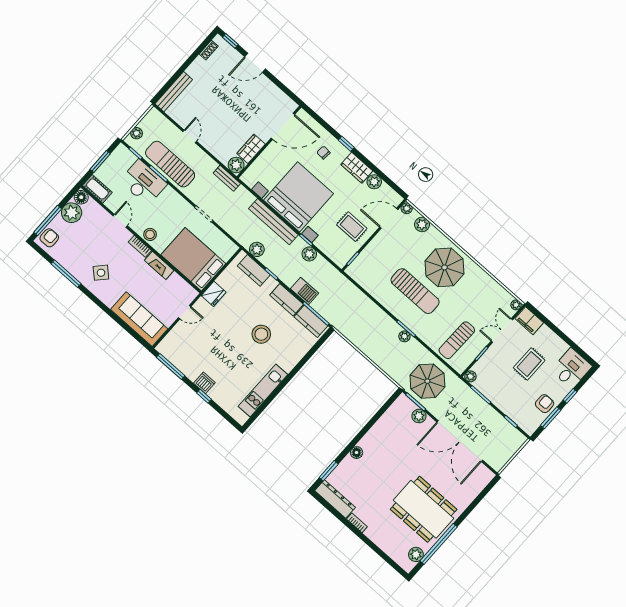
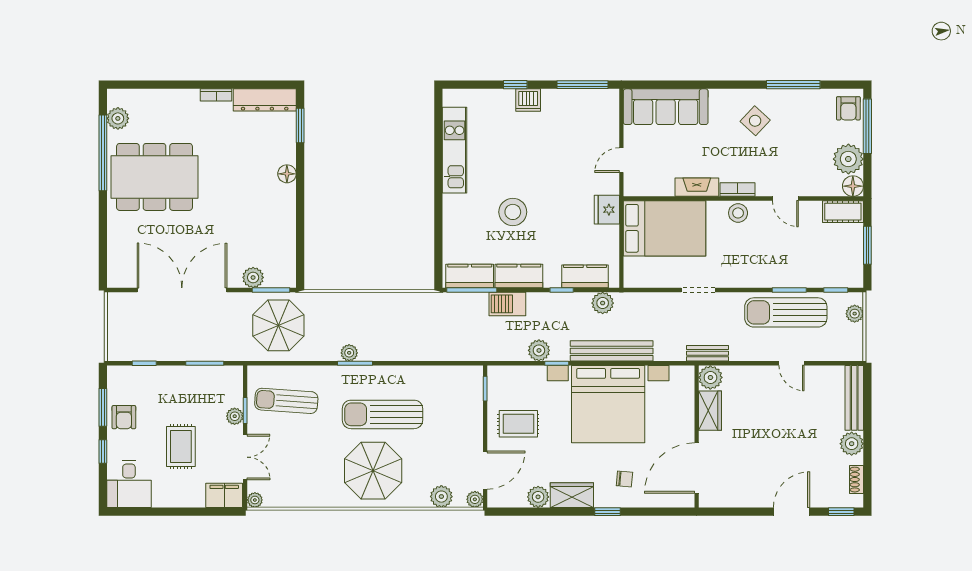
plant: (195, 70) -> (852, 444), added
sun lounger: (170, 164) -> (786, 312), turned 180
desk: (143, 182) -> (798, 265), removed
sun lounger: (457, 340) -> (286, 401), turned -87
plant: (470, 376) -> (235, 416), moved

